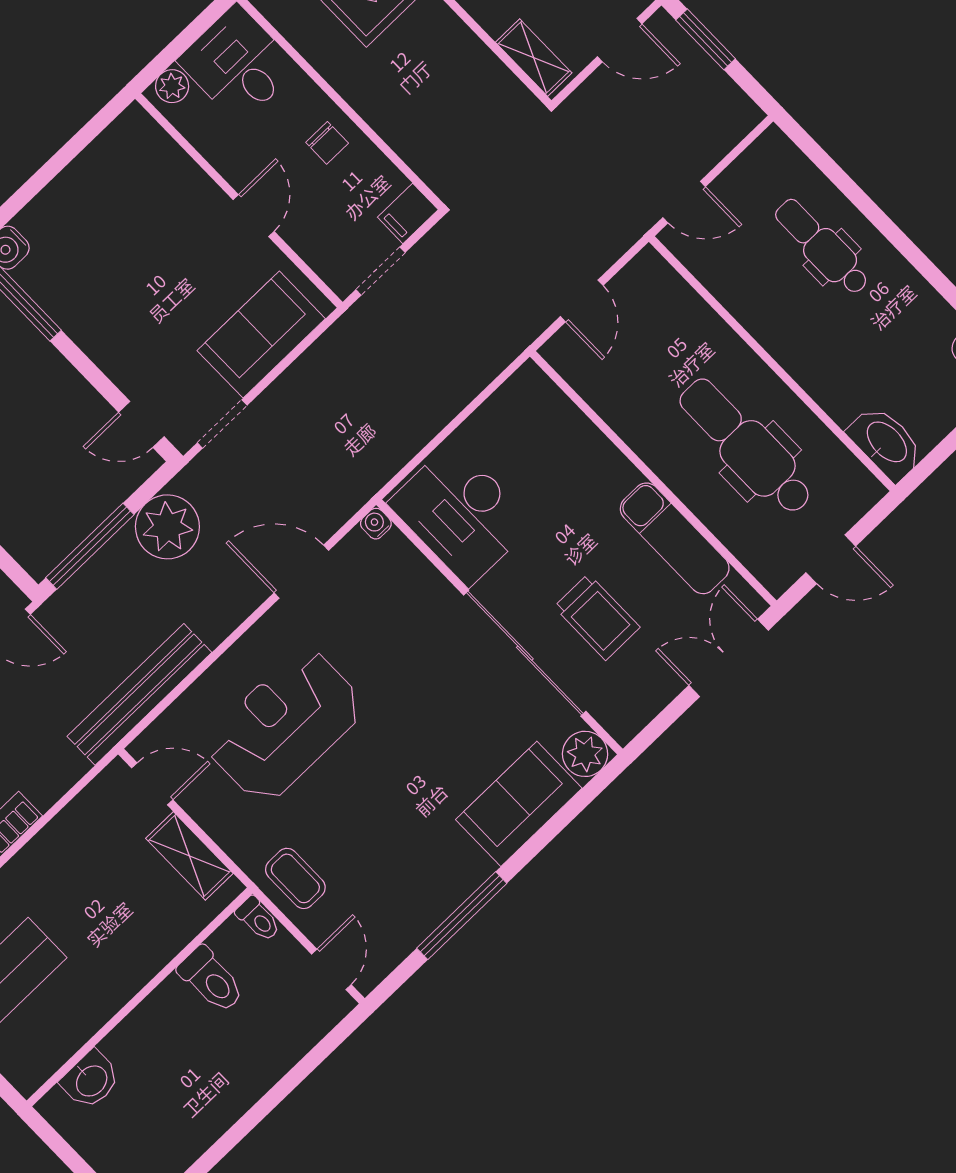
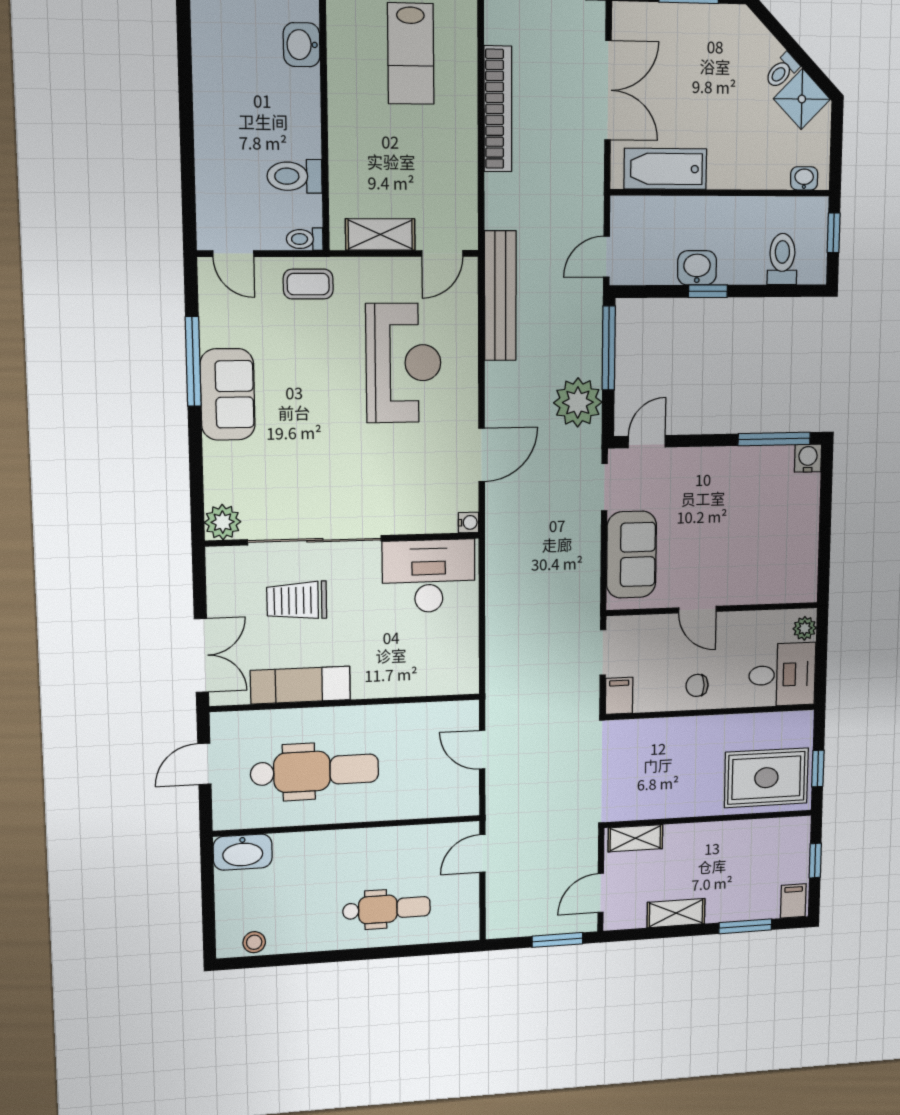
sofa: (519, 804) -> (228, 394), moved

